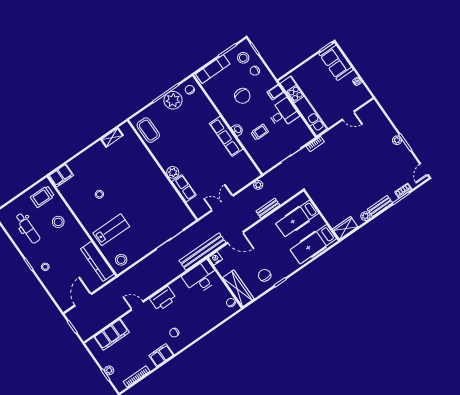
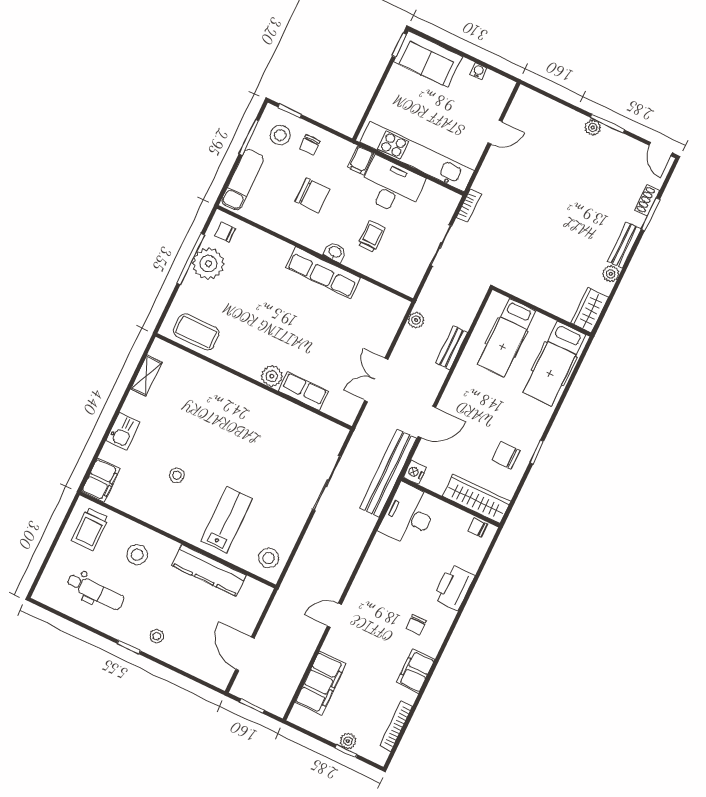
desk: (283, 113) -> (391, 187), width x1.37
kitchen sink: (85, 158) -> (123, 431), added
kitchen counter: (97, 261) -> (209, 570), moved
printer: (163, 299) -> (454, 587), moved, turned 180

